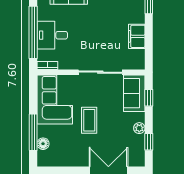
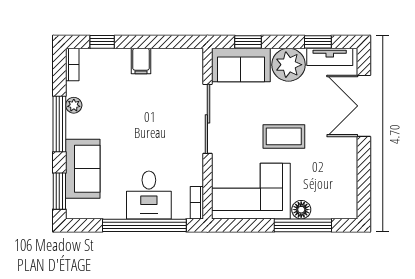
filing cabinet: (137, 36) -> (141, 61), width x0.50
plant: (139, 128) -> (288, 65), width x1.88, depth x1.88
floor lamp: (43, 144) -> (301, 210), moved
tv unit: (139, 149) -> (330, 57), added

